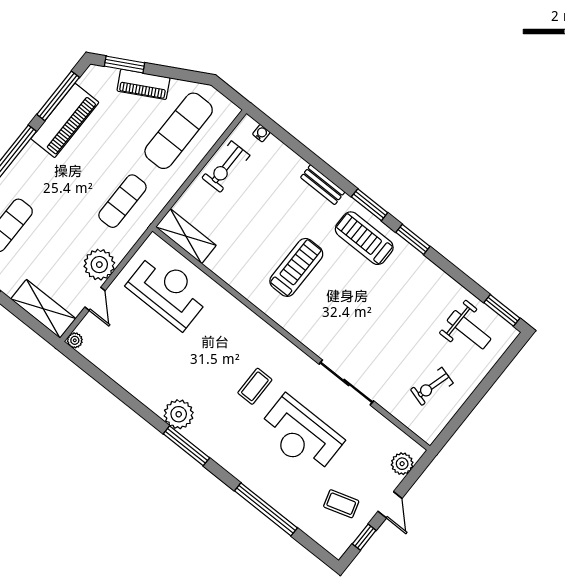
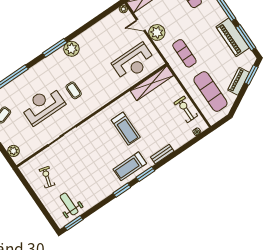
shelving: (186, 236) -> (152, 83), width x1.47
treadmill: (364, 238) -> (130, 166), turned 180
weight bench: (469, 330) -> (69, 204), turned 90

